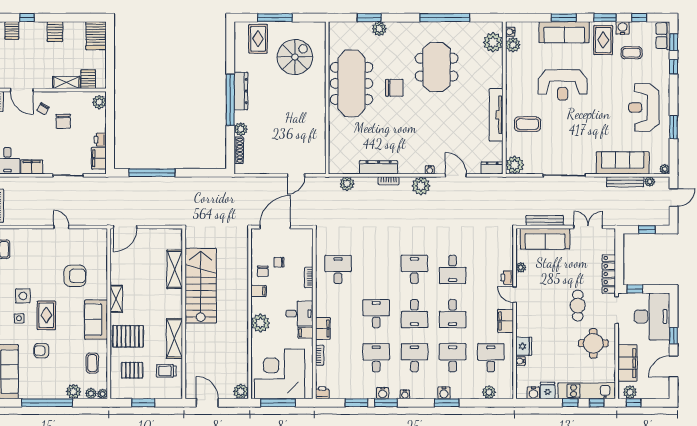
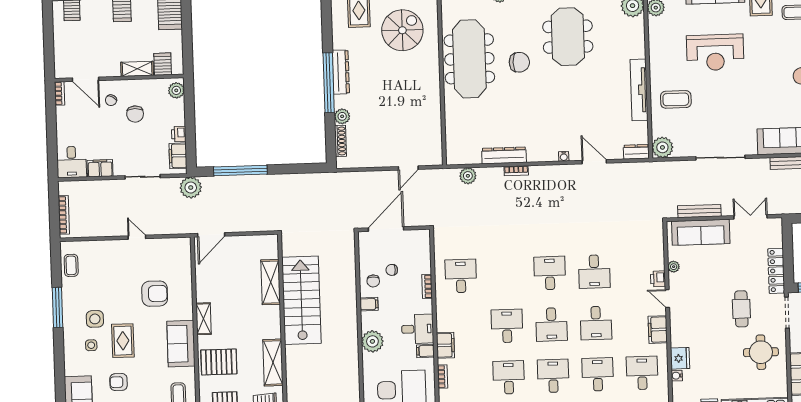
plant: (421, 186) -> (191, 188), moved

